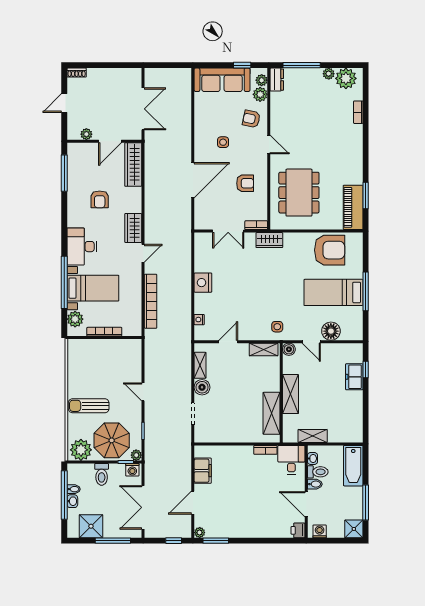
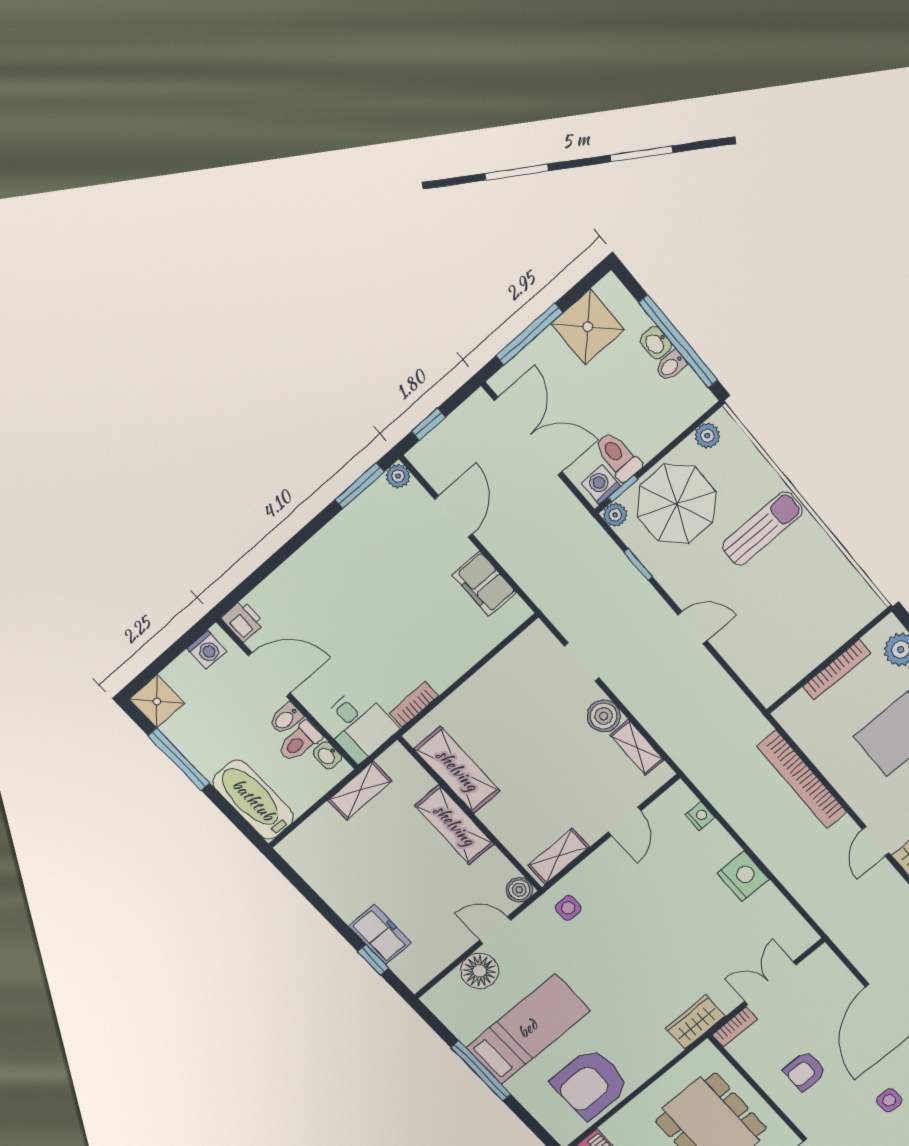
plant: (81, 450) -> (707, 436), width x0.53, depth x0.53
toilet: (102, 474) -> (618, 456), moved

